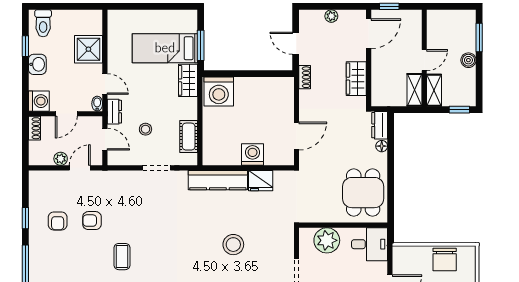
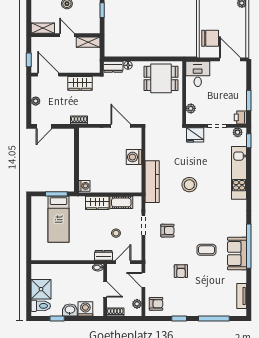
door: (296, 43) -> (44, 126), moved
shower: (88, 49) -> (41, 289), moved
wardrobe: (188, 80) -> (97, 203), moved
door: (105, 84) -> (84, 262), removed
shelving: (434, 90) -> (43, 28), moved
washing machine: (219, 91) -> (84, 186), width x0.53, depth x0.53
washing machine: (39, 101) -> (85, 309), moved
plant: (61, 159) -> (137, 304), moved
fridge: (261, 181) -> (195, 135), moved, turned 90
armchair: (149, 202) -> (167, 231), added
armchair: (58, 221) -> (156, 304), moved
plant: (327, 240) -> (191, 108), width x0.53, depth x0.53
stool: (233, 245) -> (189, 185), moved
chair: (445, 260) -> (210, 38), moved

